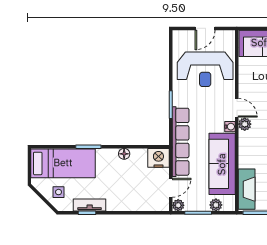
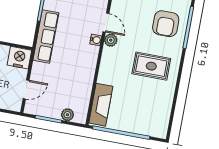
row of seats: (181, 142) -> (46, 36), width x0.73
sofa: (222, 164) -> (81, 75), removed
plant: (178, 205) -> (30, 108), removed

